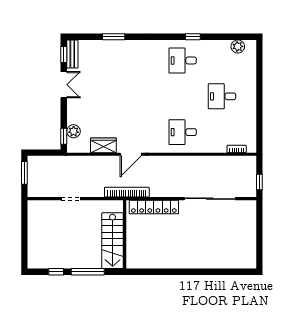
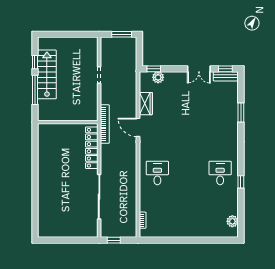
desk: (222, 96) -> (189, 207), removed
stairs: (113, 241) -> (47, 74), moved, turned 90

